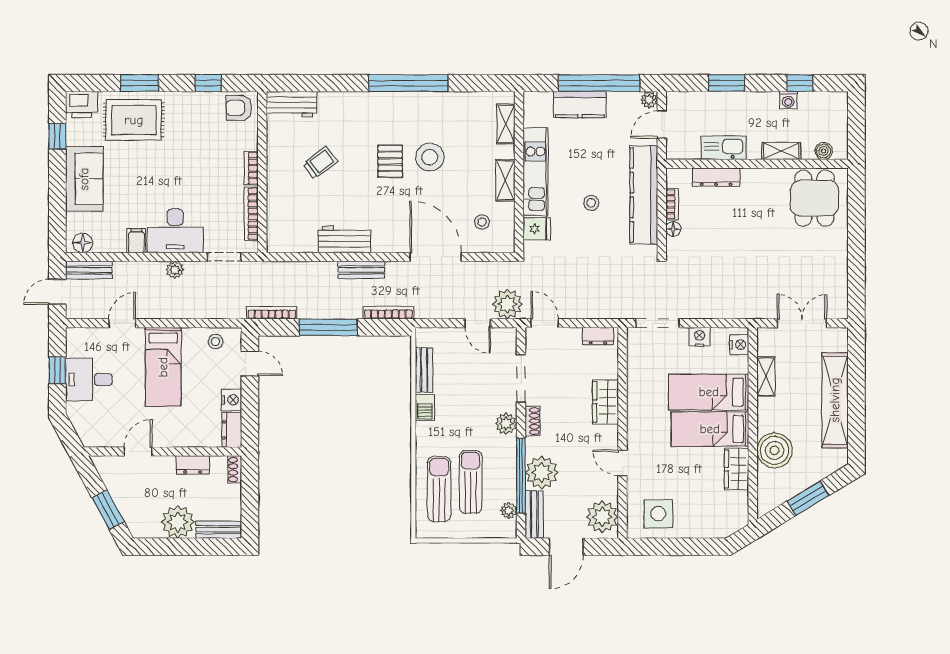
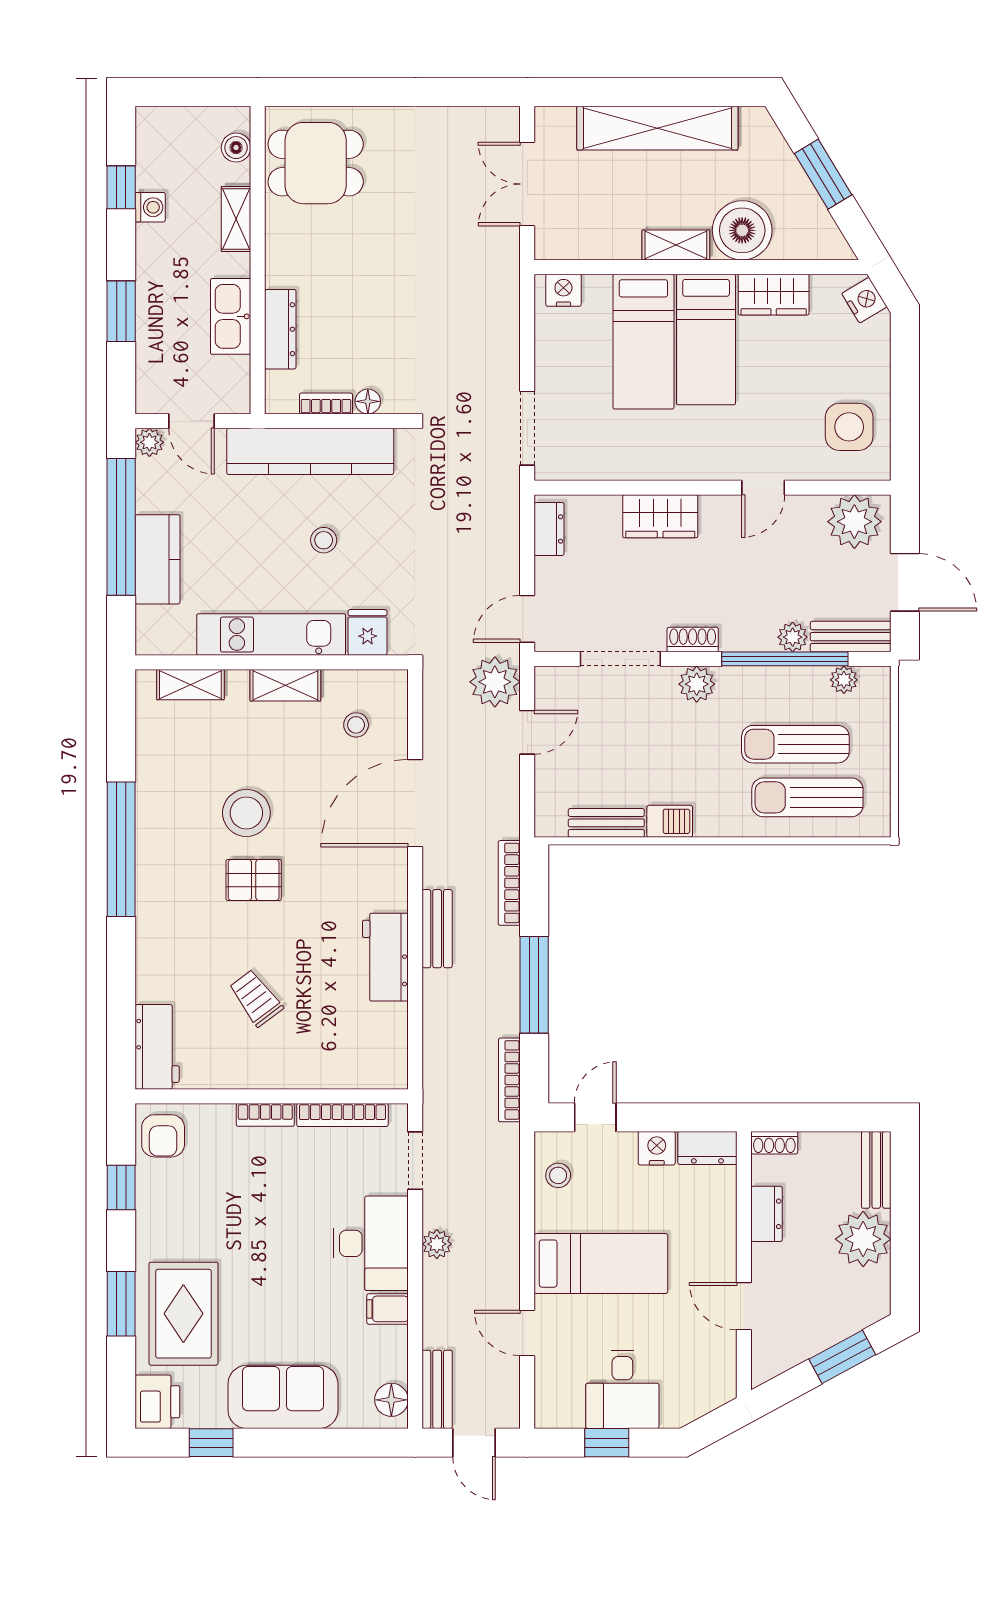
nightstand: (700, 337) -> (864, 300), moved, turned 149
shelving: (766, 377) -> (676, 245), moved
plant: (542, 473) -> (793, 637), width x0.53, depth x0.53

